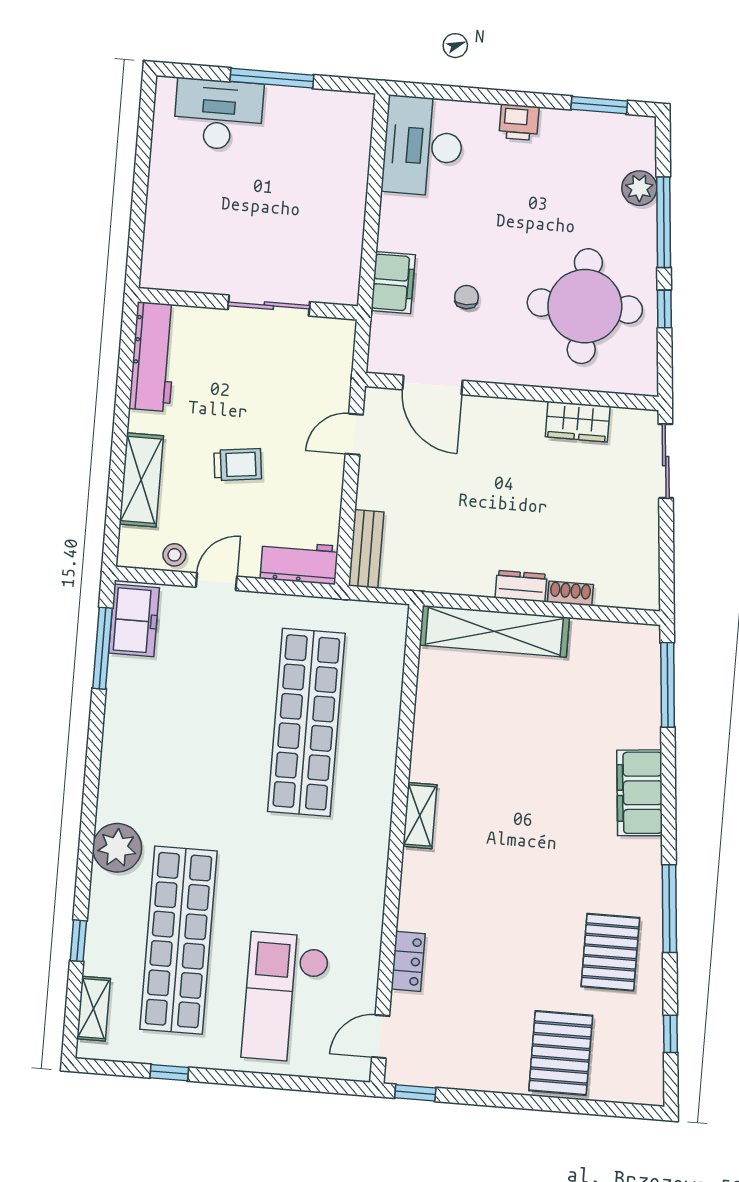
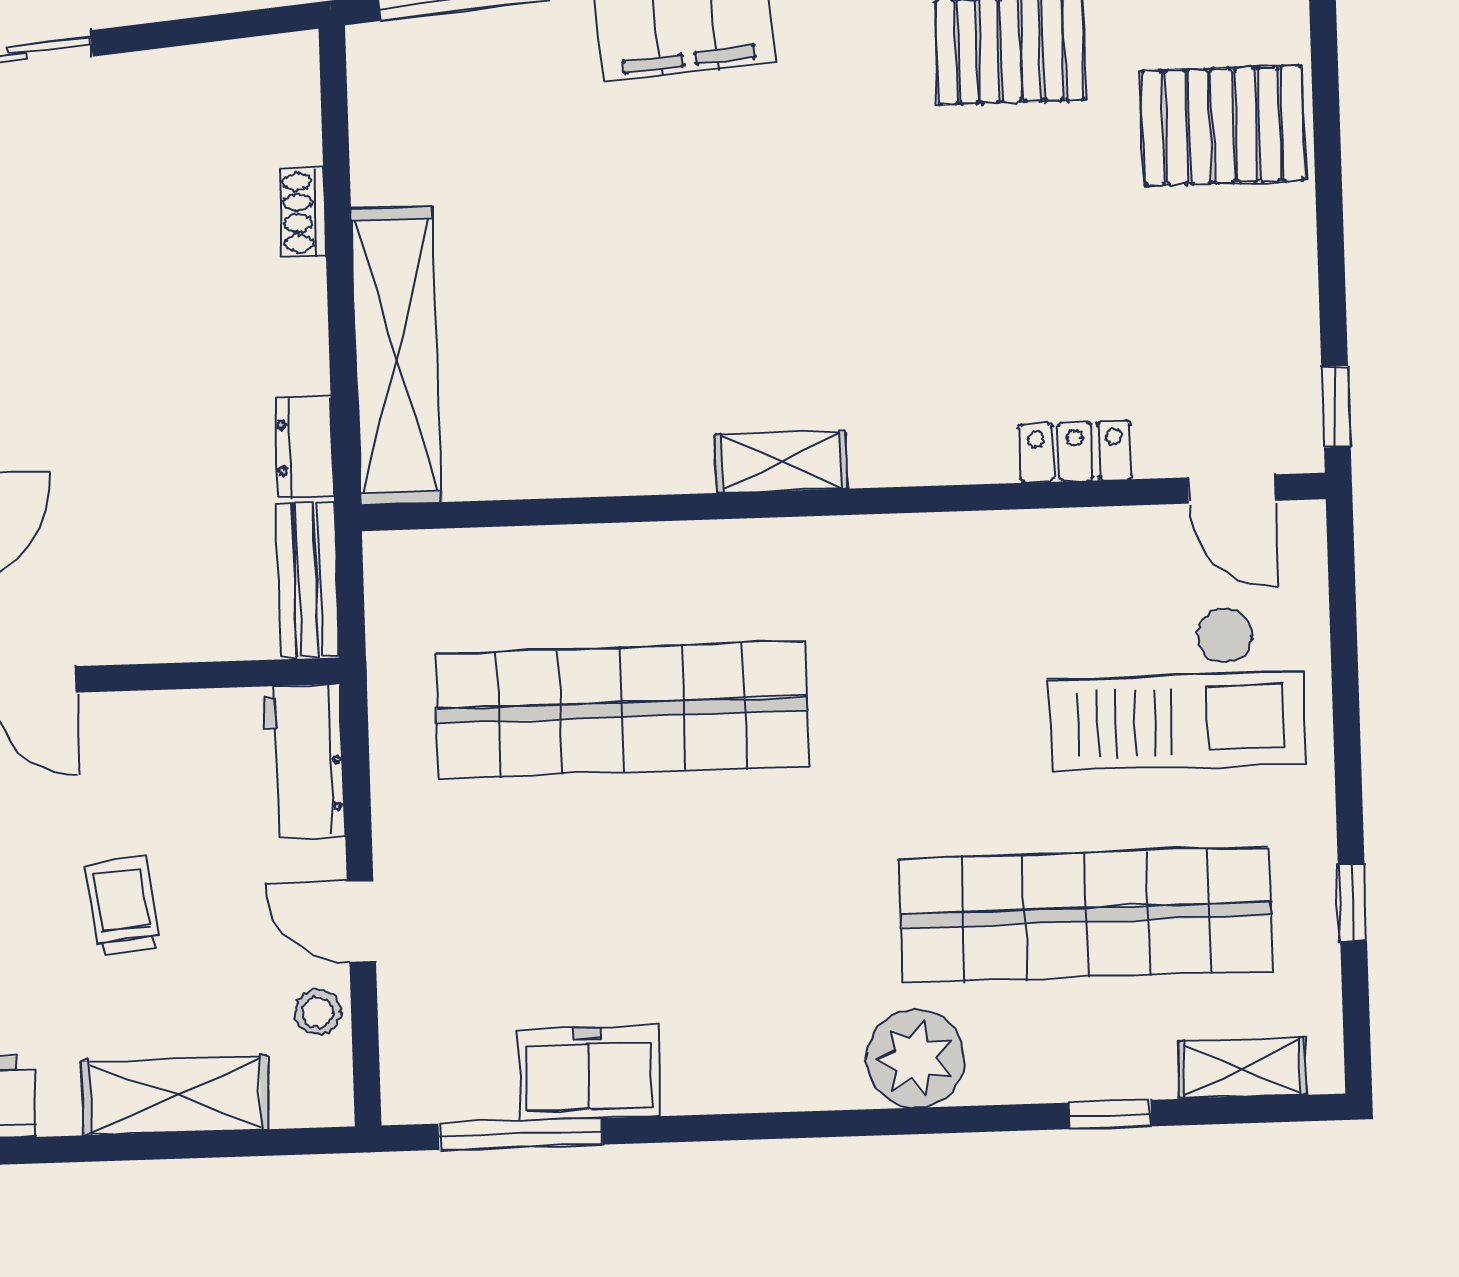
bench: (366, 549) -> (307, 579), moved, turned 90
dresser: (521, 586) -> (304, 447), moved
freezer: (134, 620) -> (588, 1073), moved

